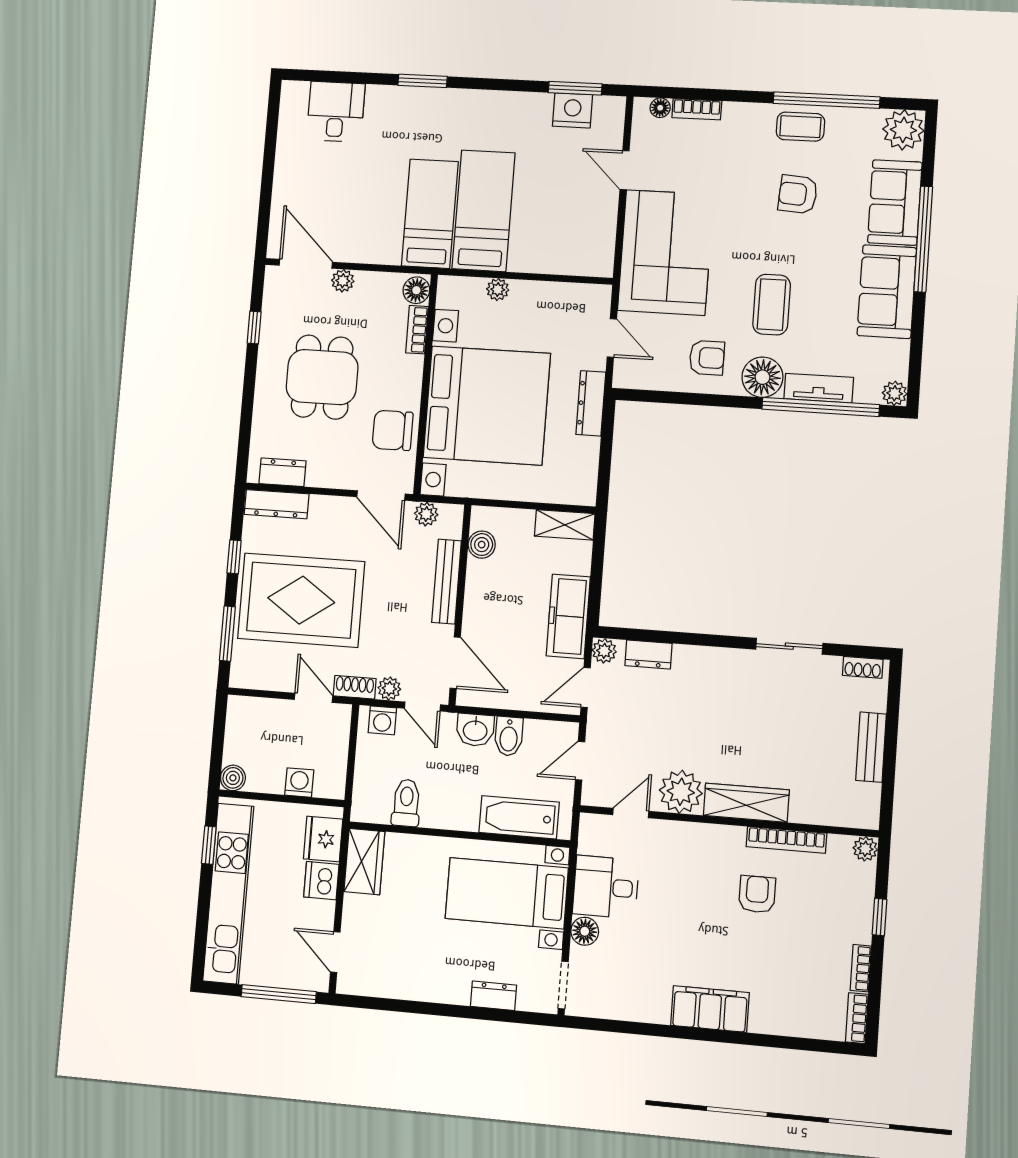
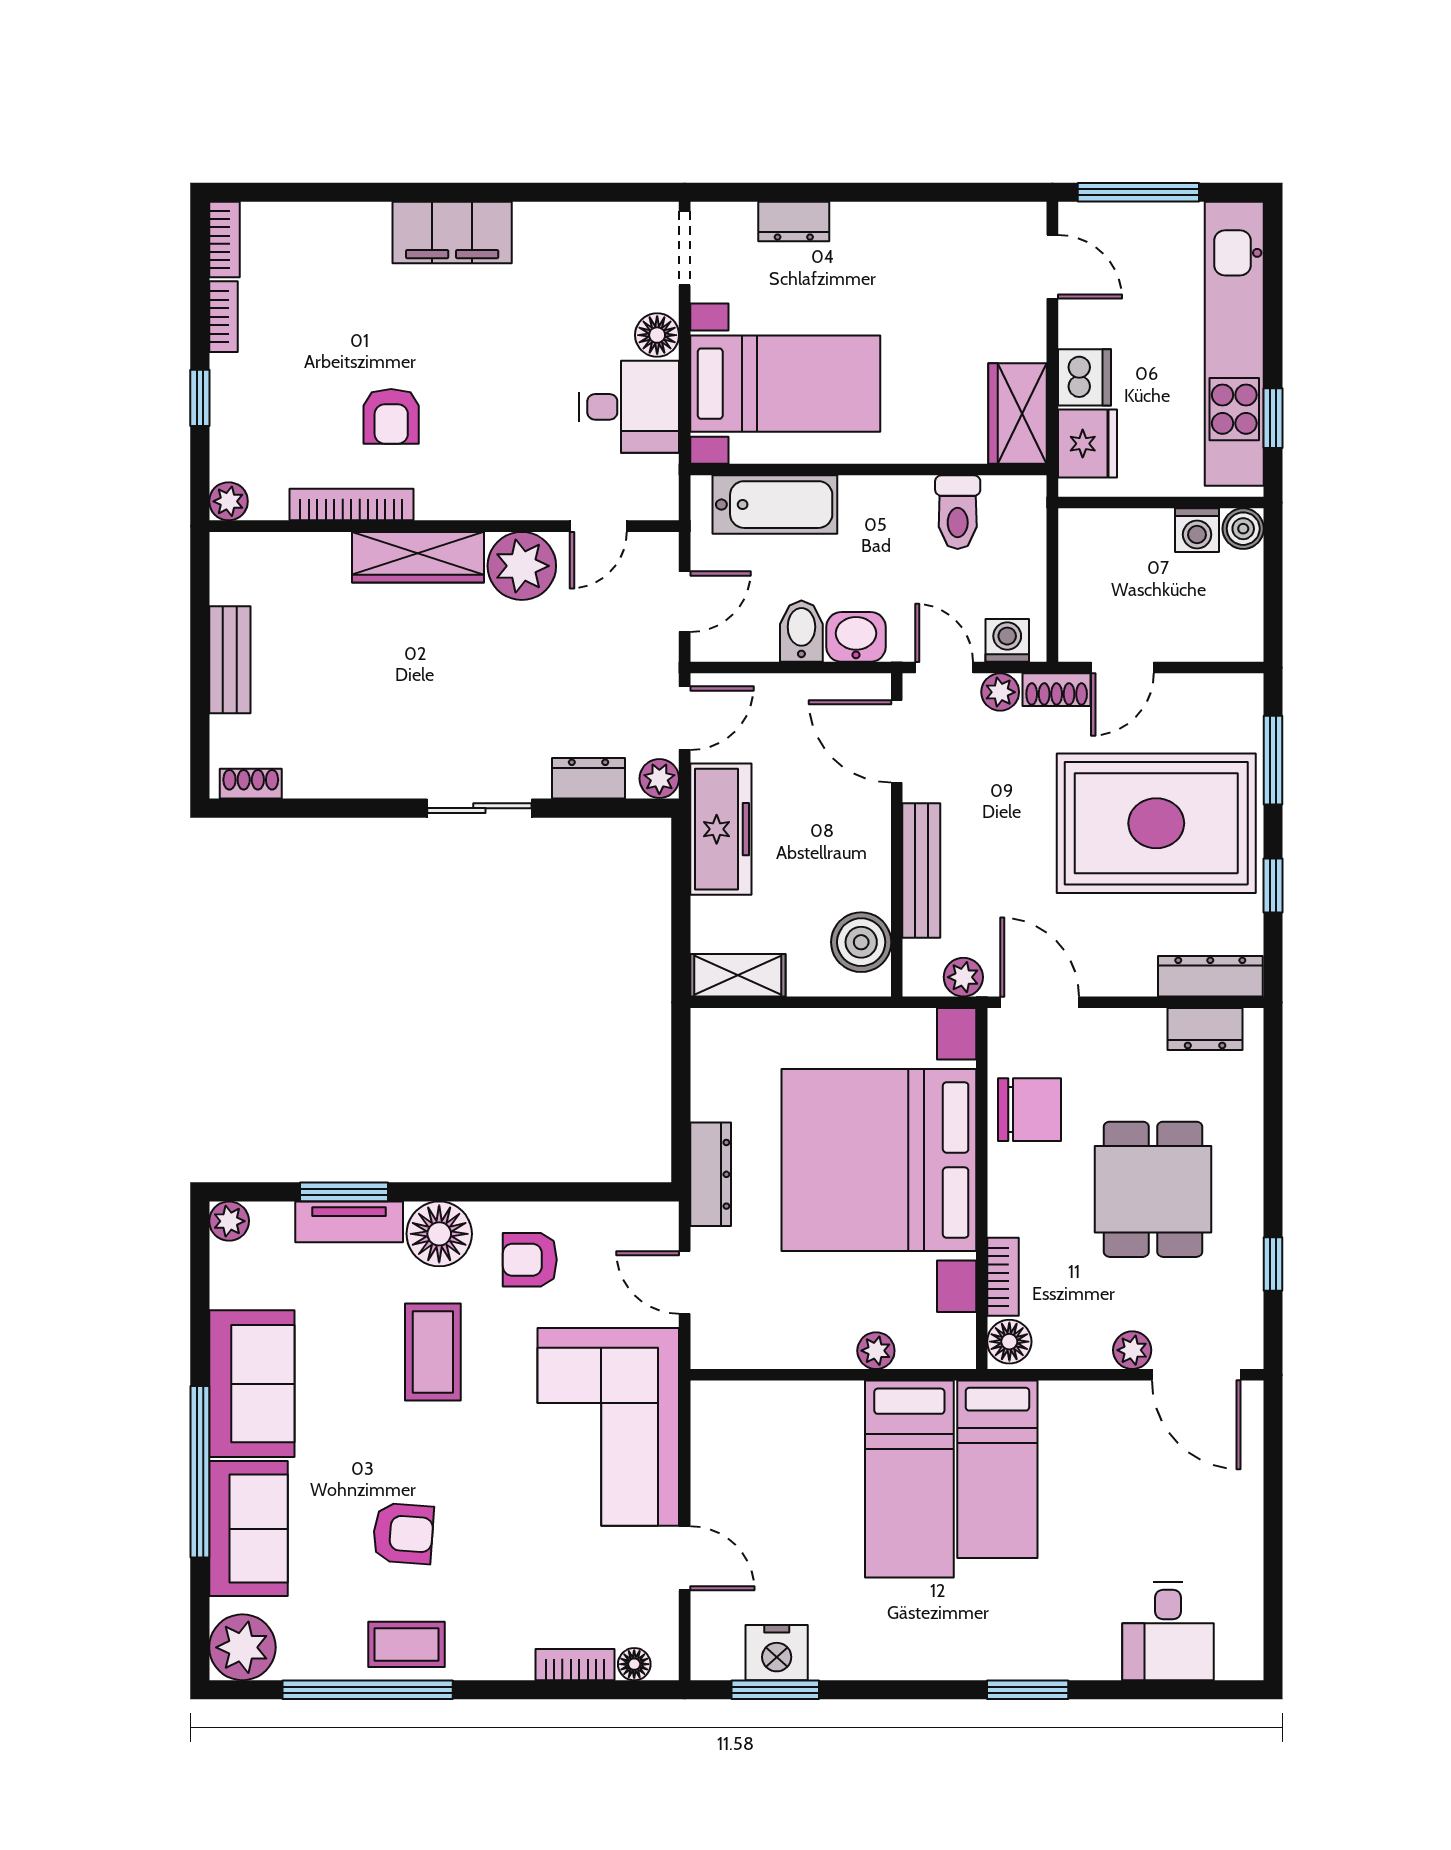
window: (821, 407) -> (344, 1192), width x0.47
boiler: (482, 545) -> (861, 942), width x1.36, depth x1.36
sliding door: (789, 646) -> (479, 808), moved
door: (314, 698) -> (1122, 668), hinge flipped
washing machine: (299, 783) -> (1197, 530), moved

